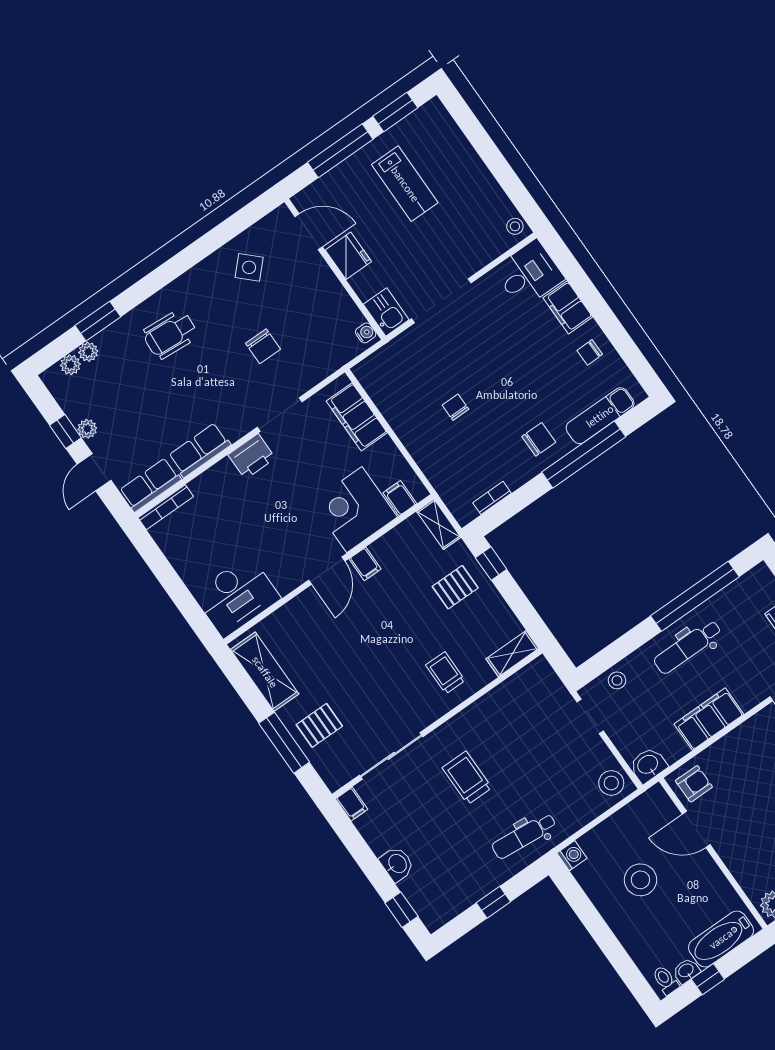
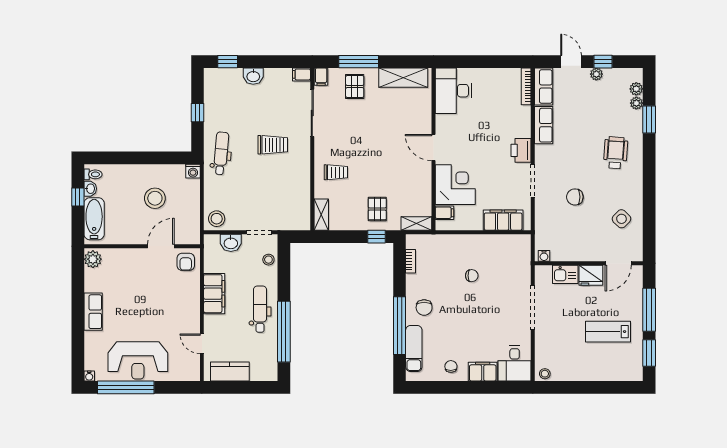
kitchen sink: (386, 312) -> (565, 274), moved
filing cabinet: (365, 564) -> (321, 77), moved, turned -90
washbasin: (648, 765) -> (231, 243), moved, turned 90

